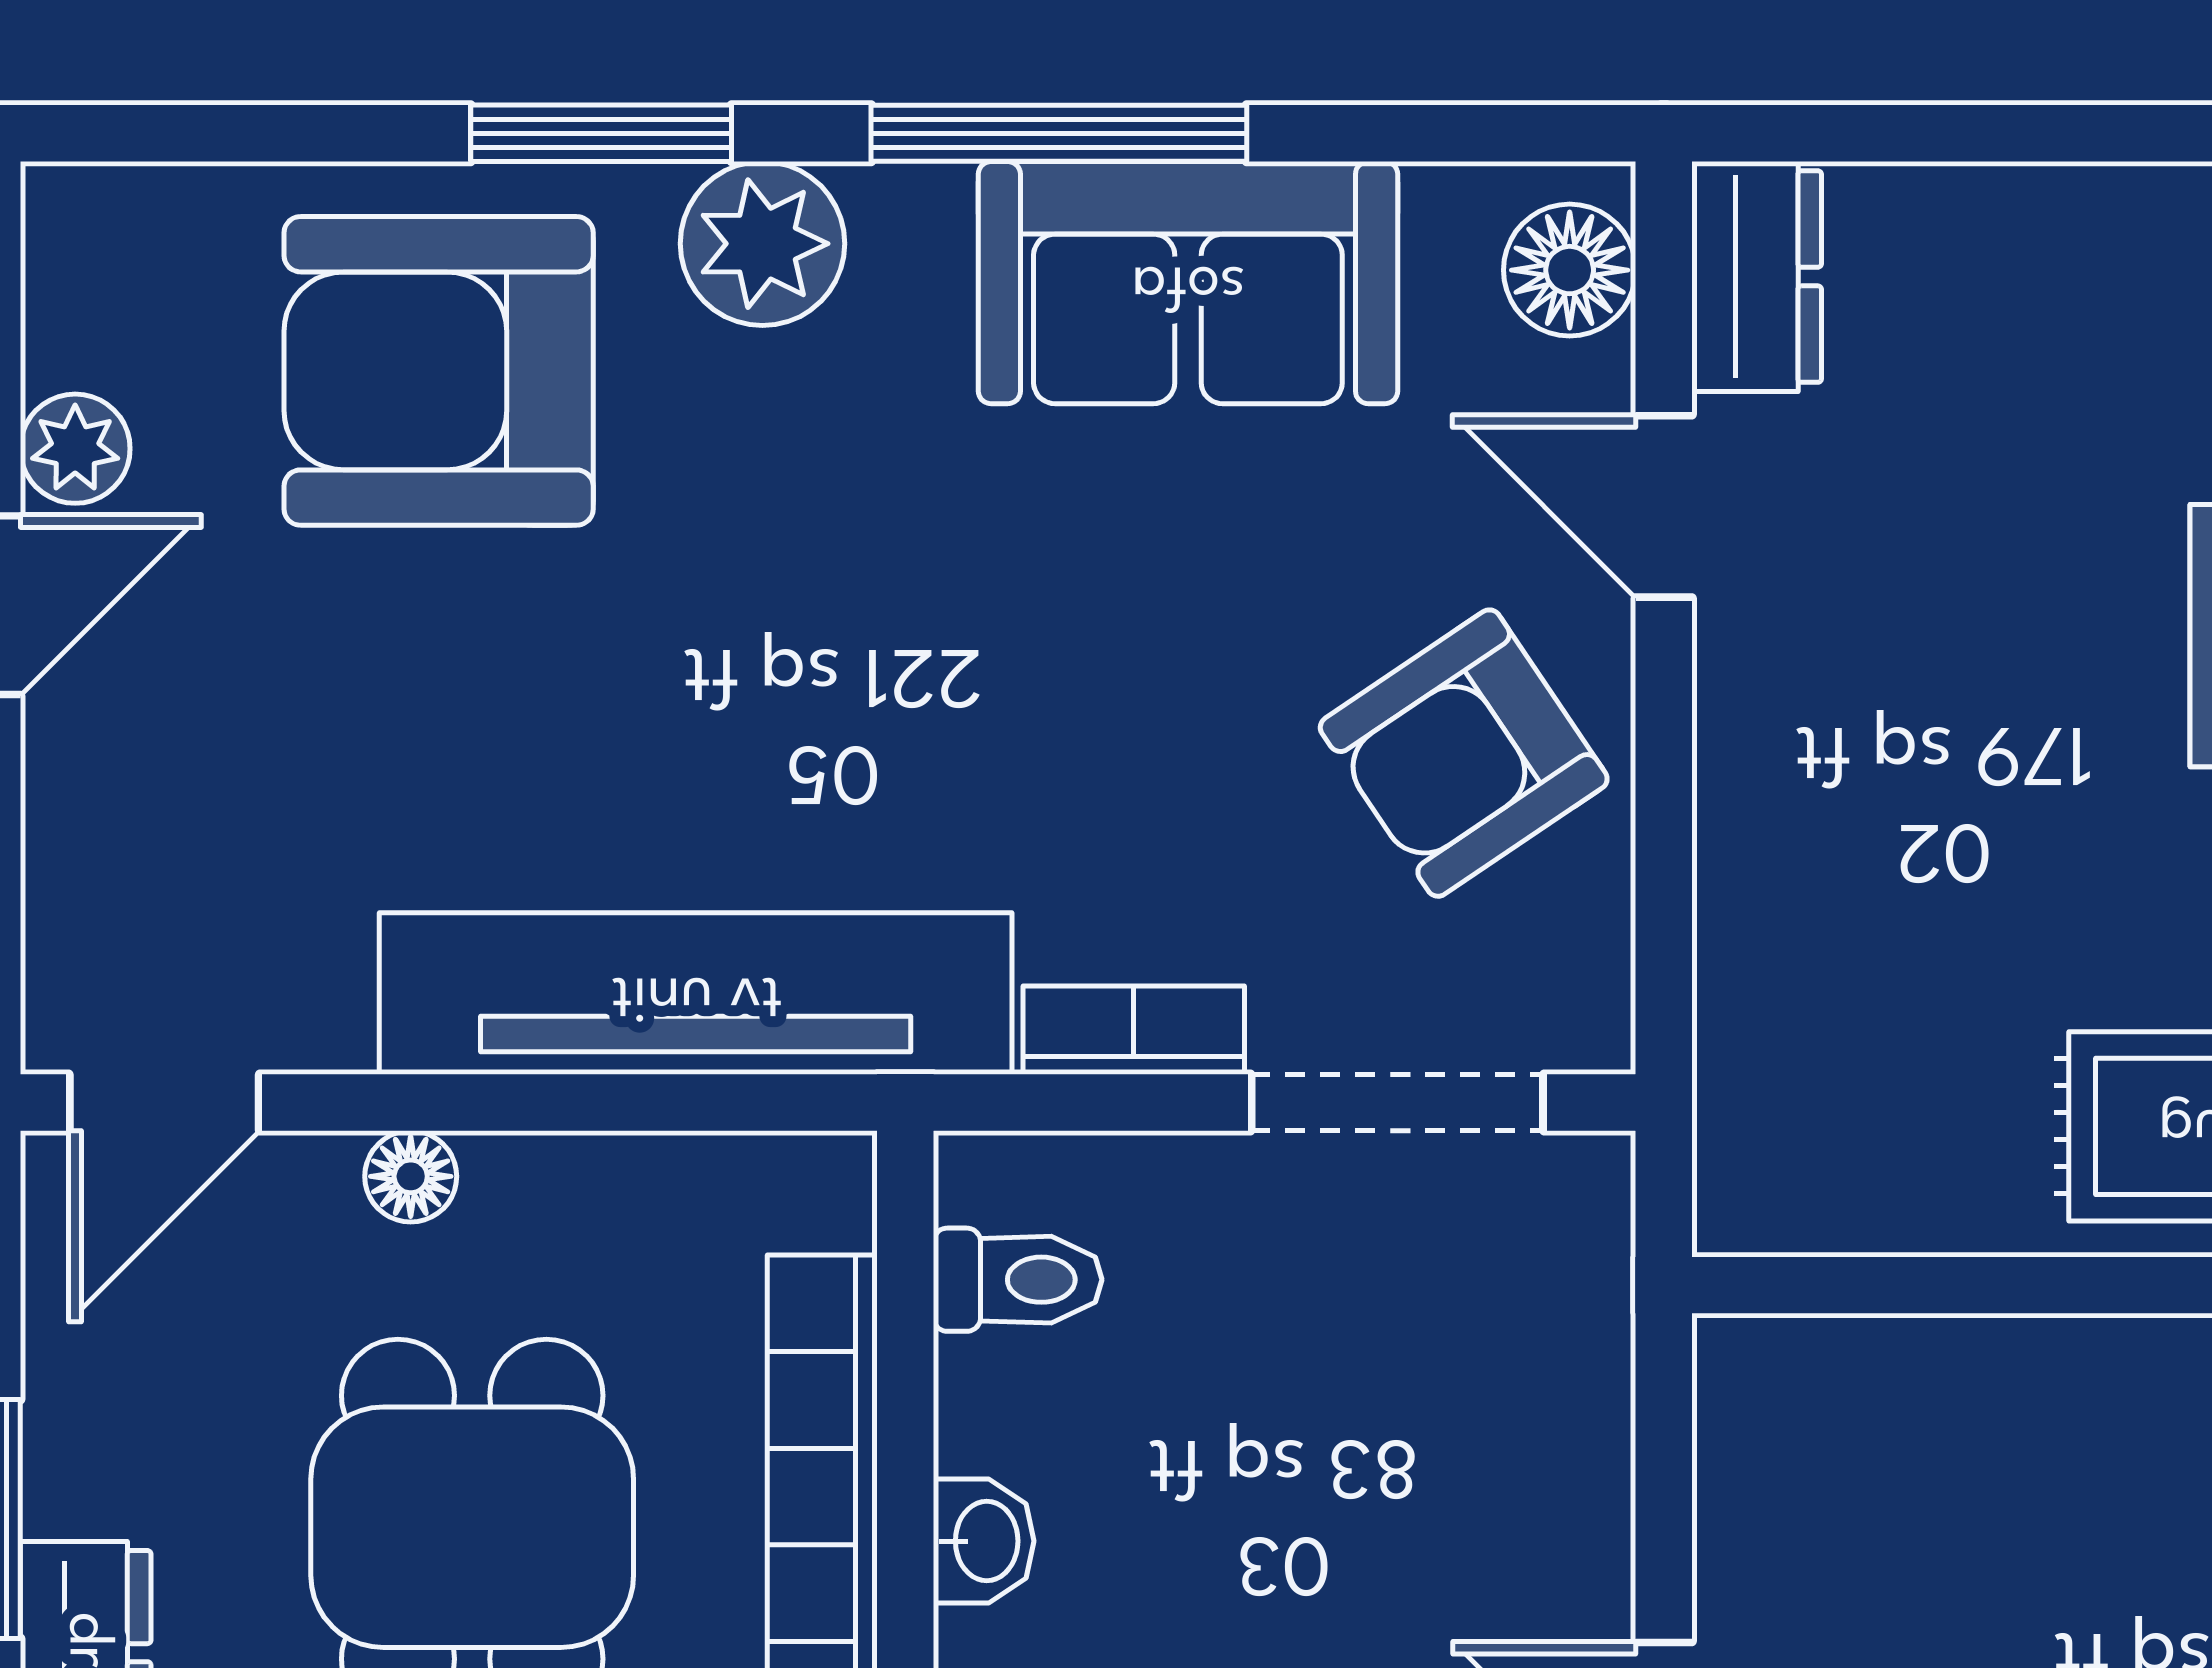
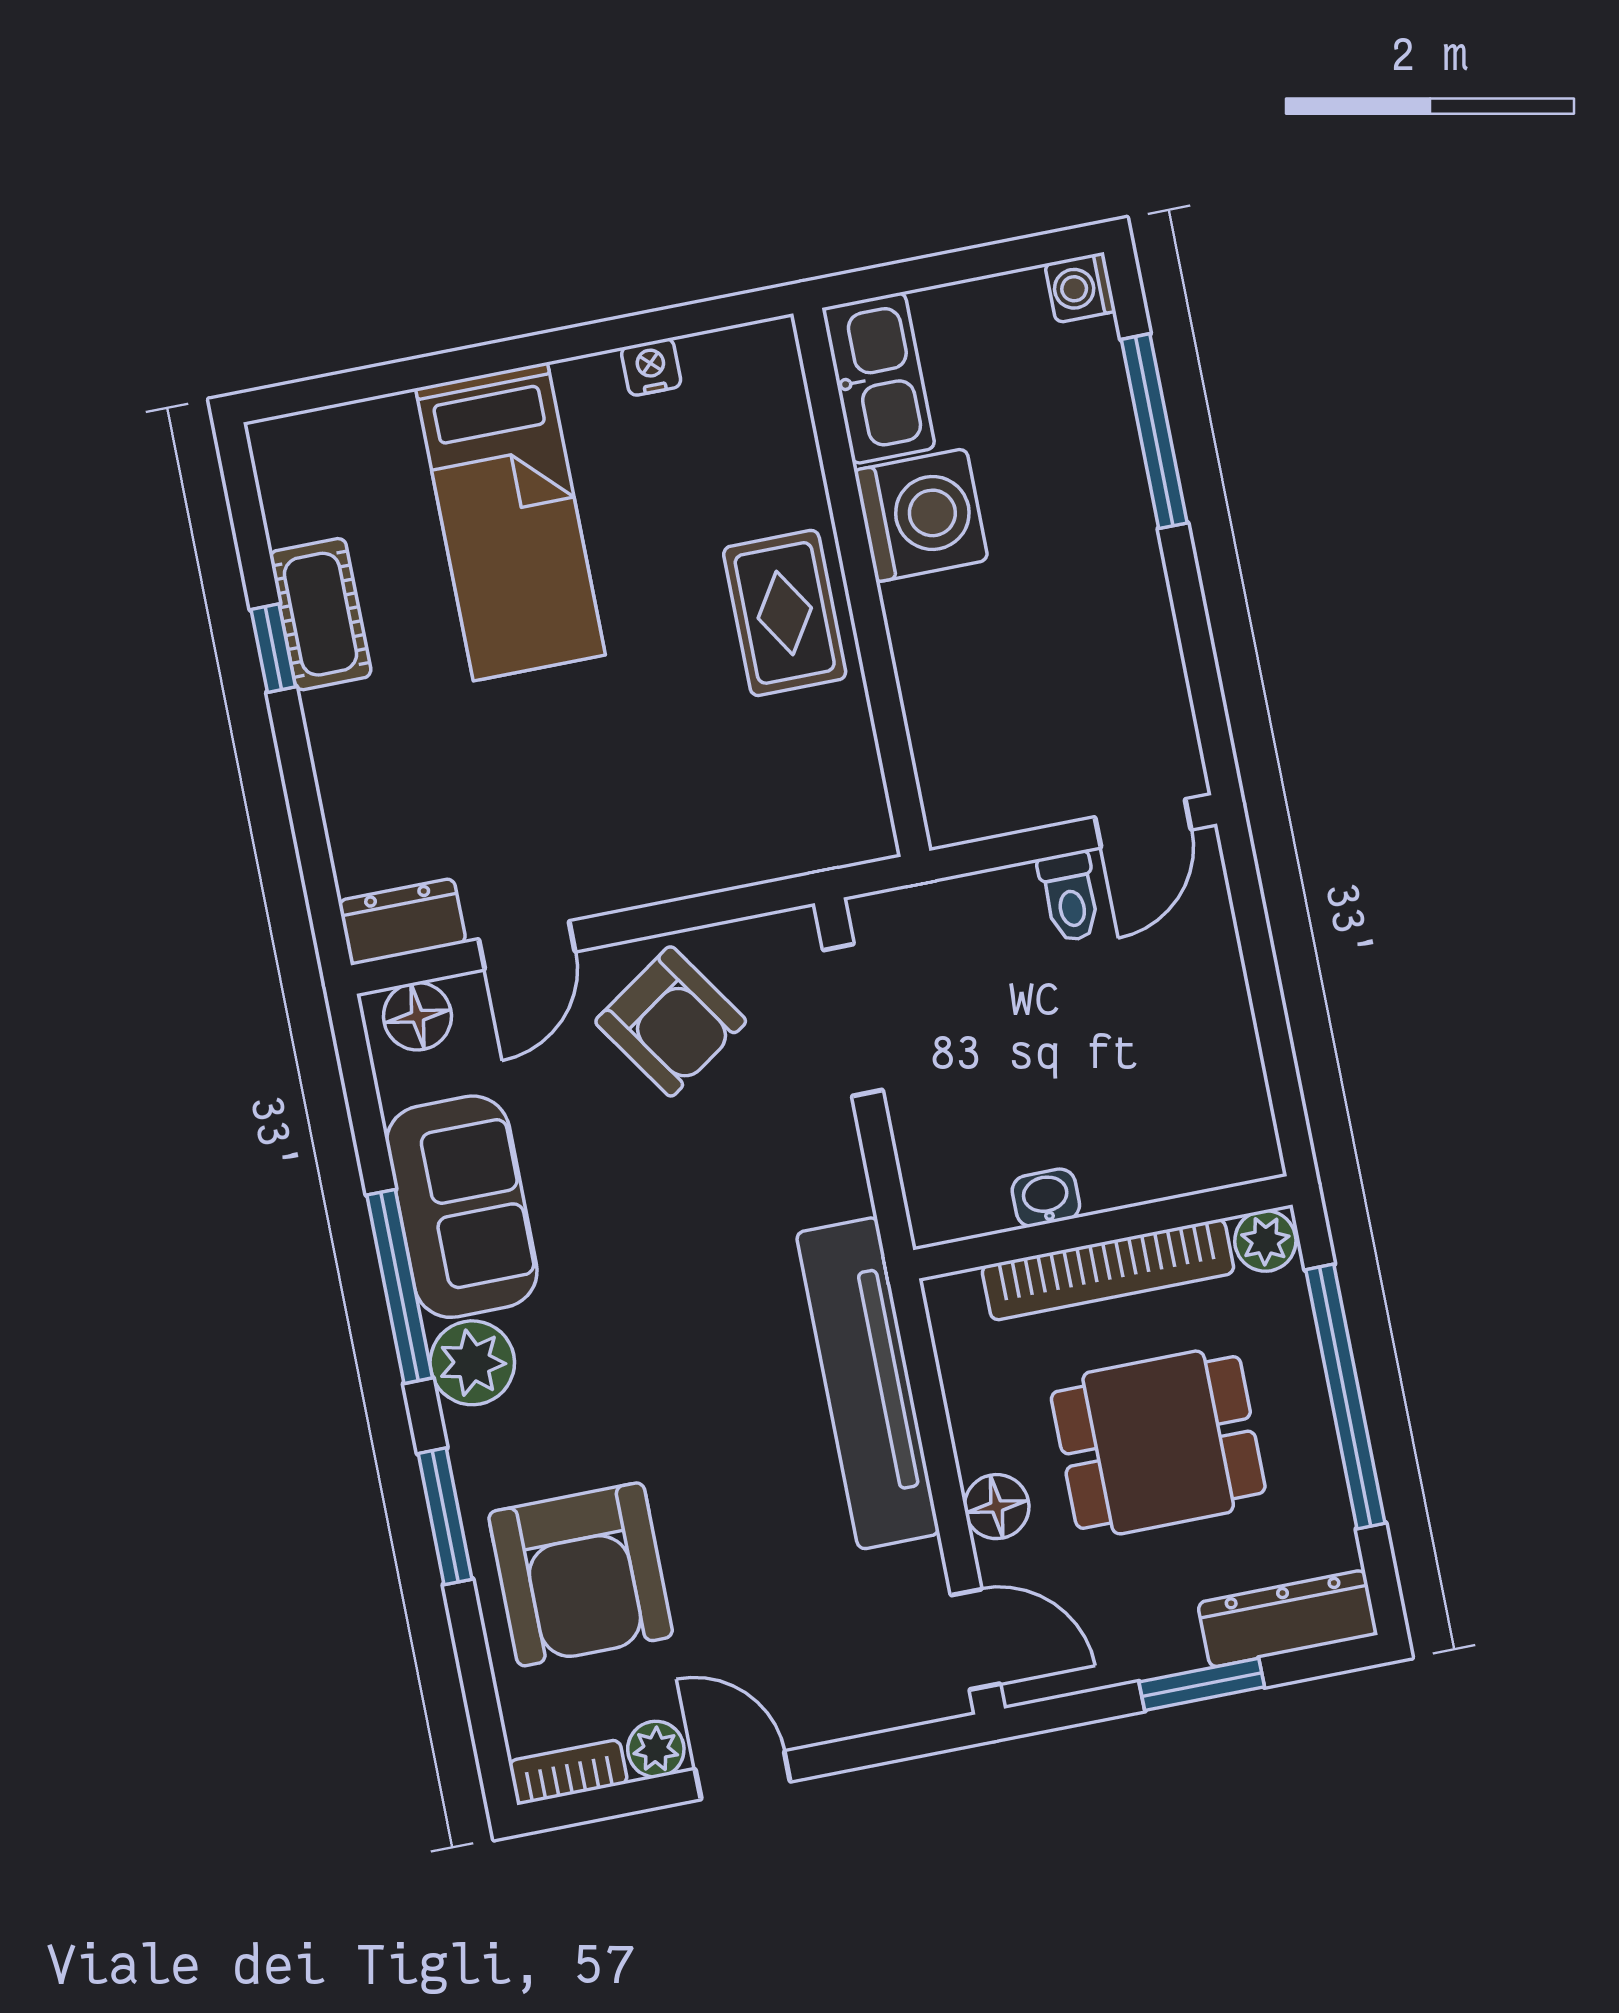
plant: (762, 244) -> (472, 1363), moved
bookcase: (1134, 1030) -> (568, 1772), moved, turned 90
floor lamp: (411, 1176) -> (997, 1507), width x1.37, depth x1.37
toilet: (1018, 1280) -> (1070, 897), moved, turned 180
washbasin: (984, 1541) -> (1046, 1198), moved

